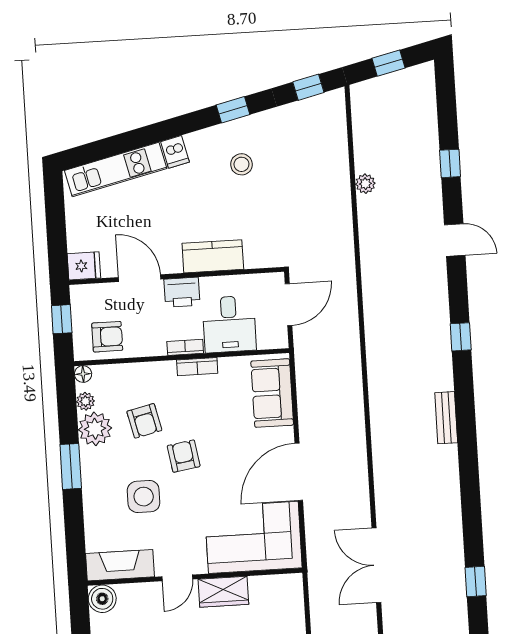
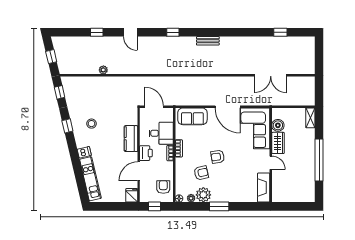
door: (455, 240) -> (130, 32), swing flipped
side table: (144, 497) -> (234, 175), removed
boiler: (102, 599) -> (278, 125), moved

